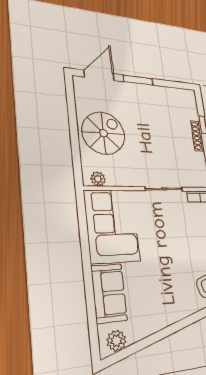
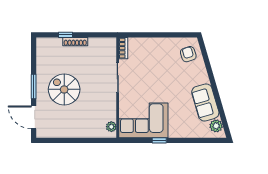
spiral stairs: (104, 133) -> (64, 89), moved
window: (85, 251) -> (159, 140), added
sofa: (109, 293) -> (205, 102), moved, turned -106

